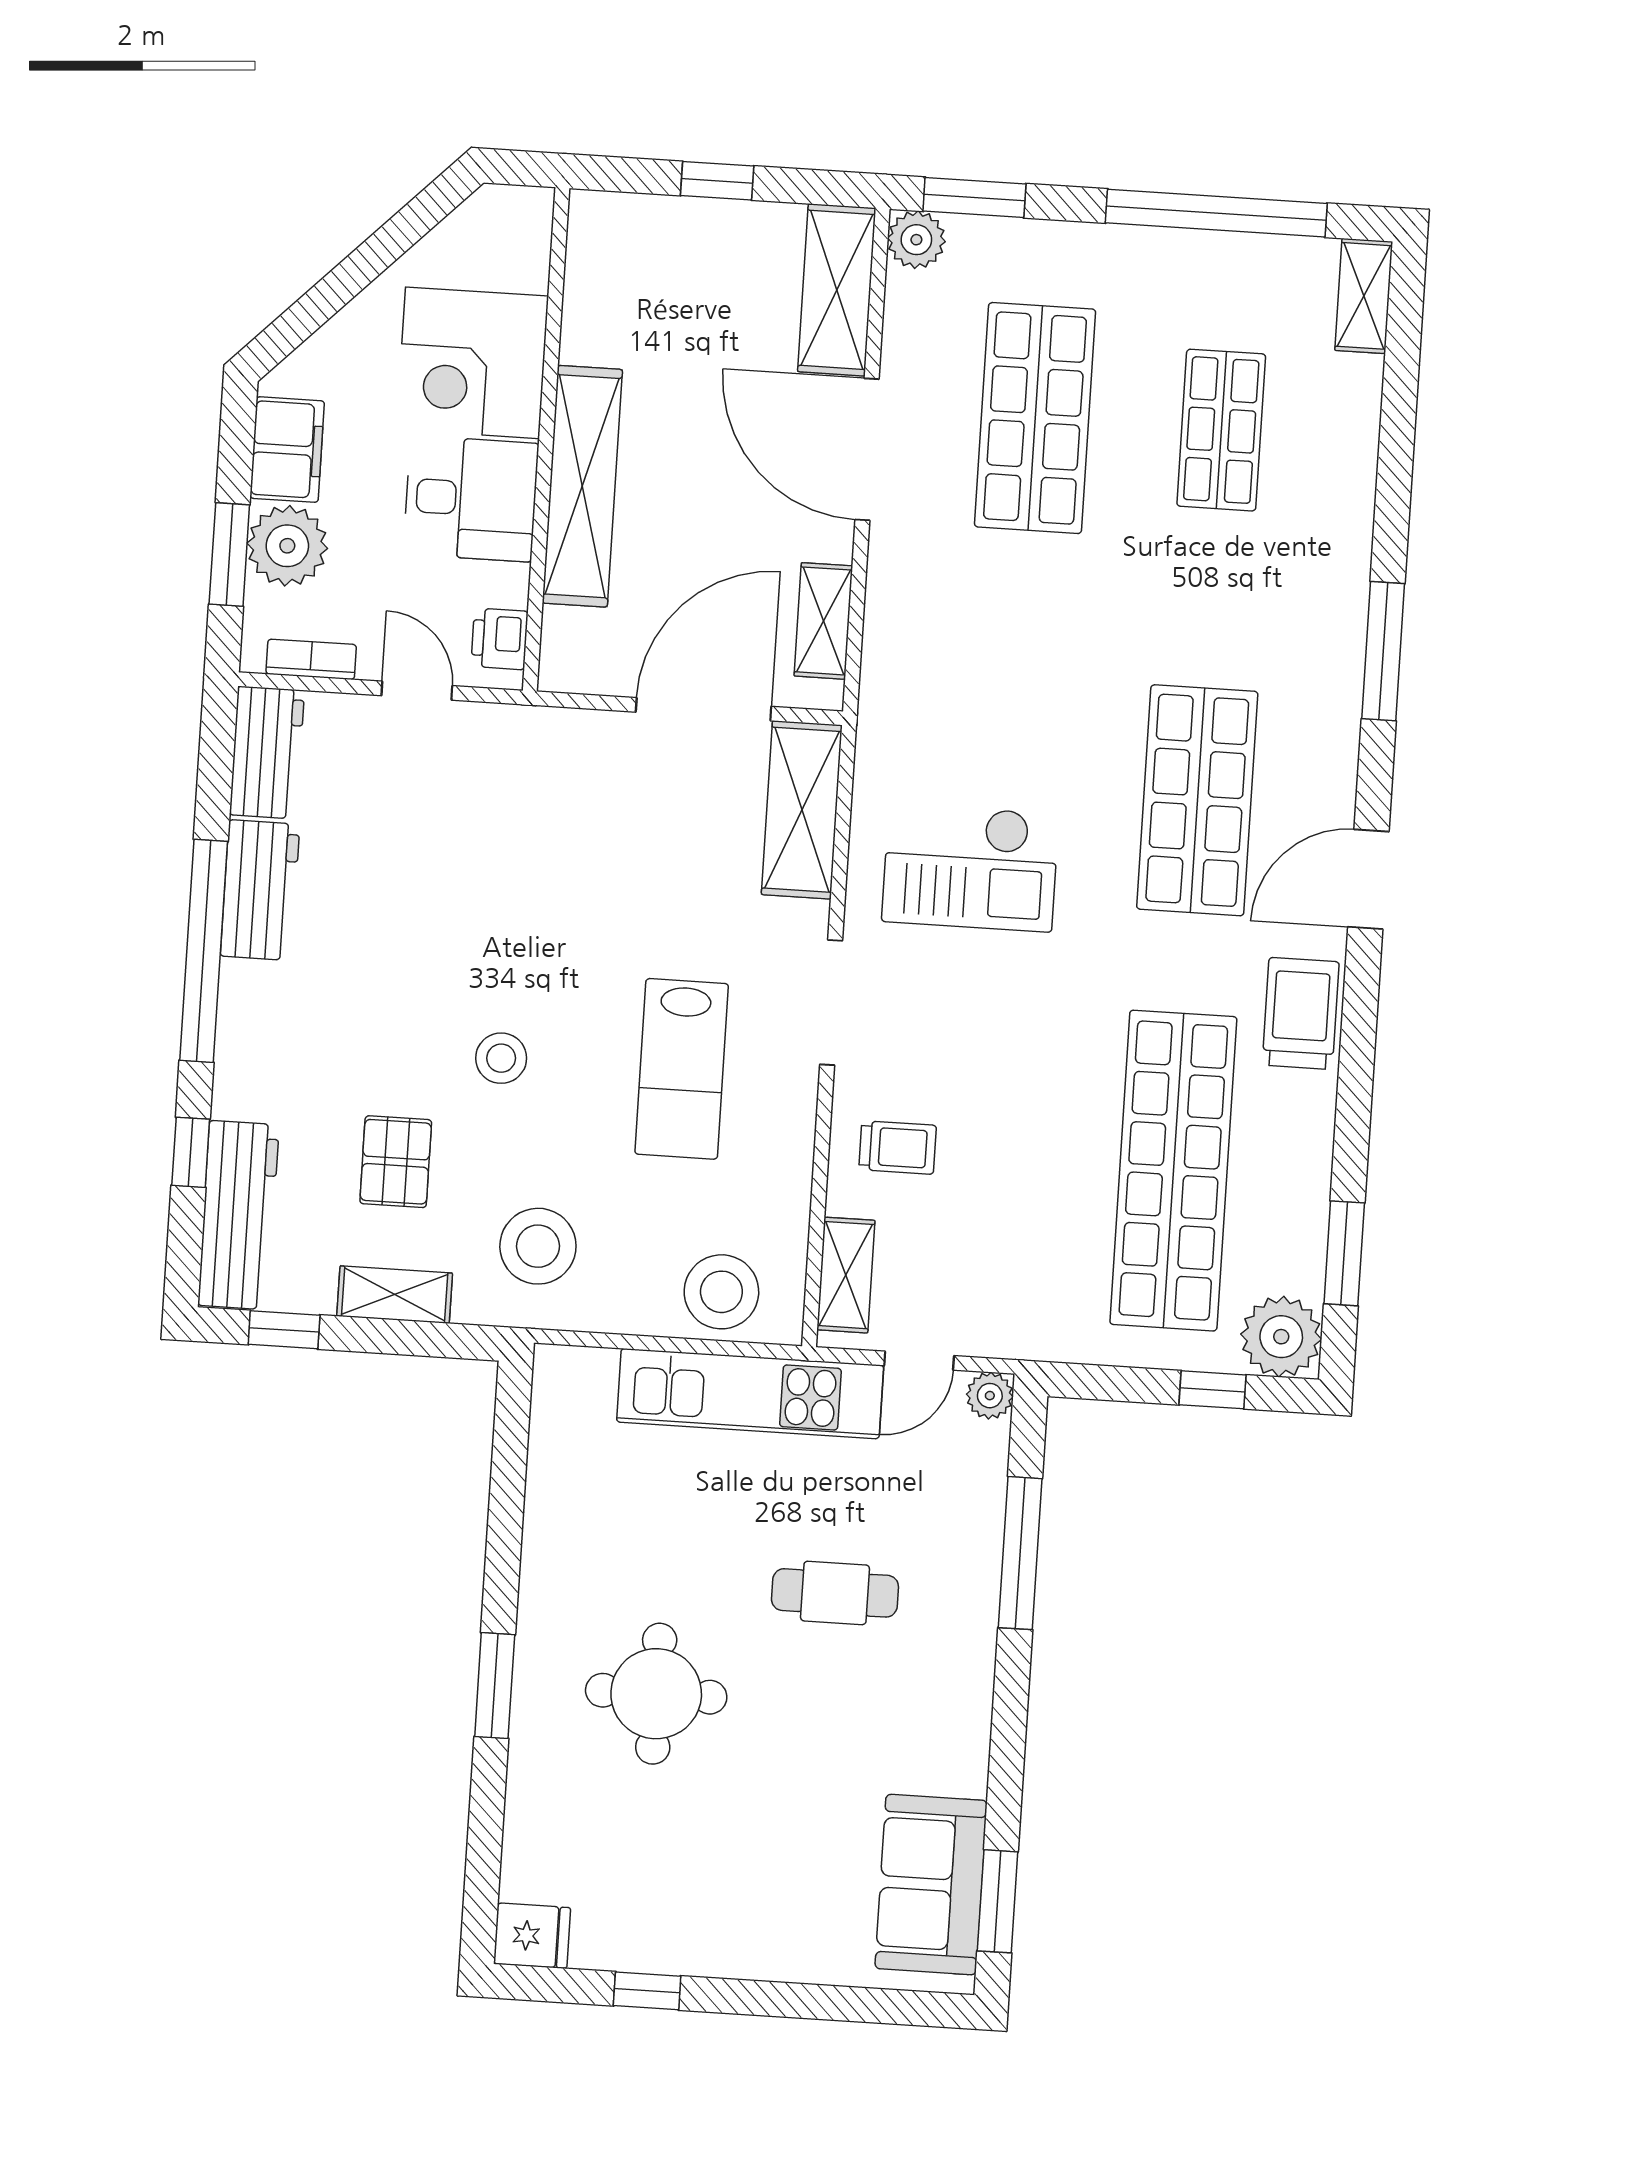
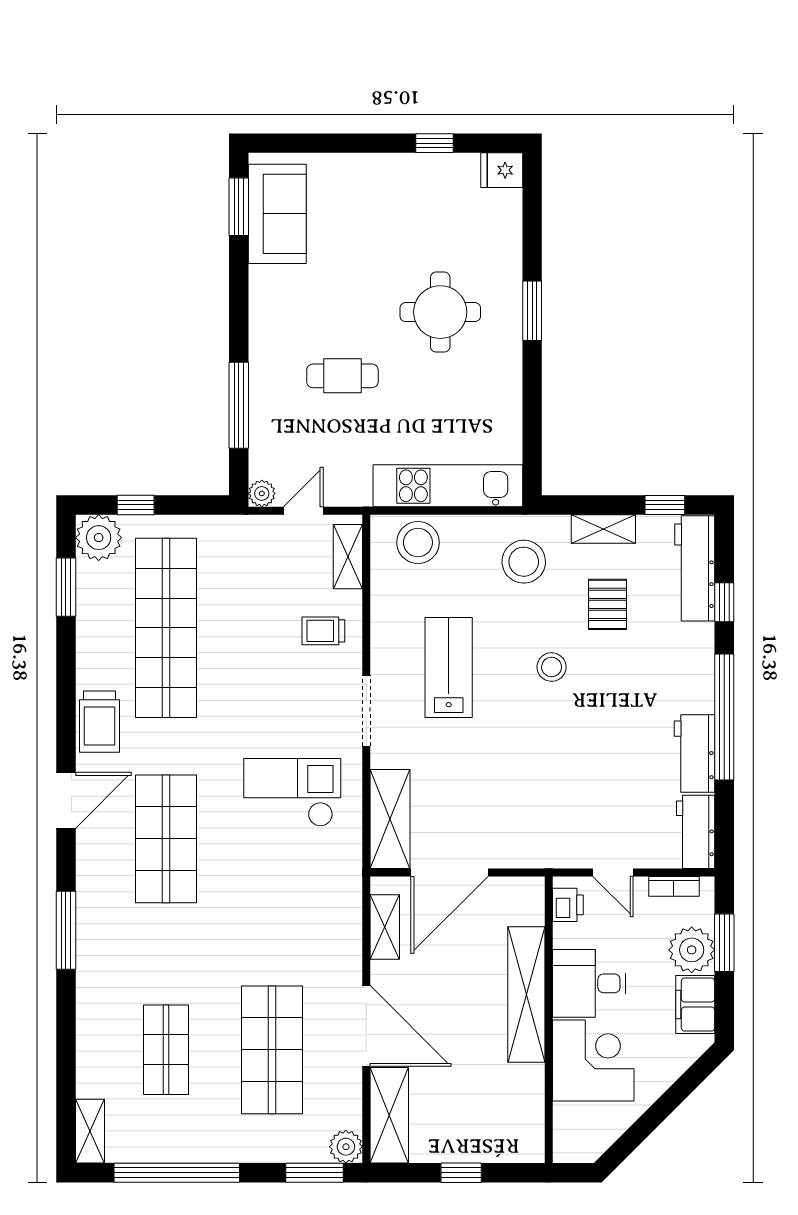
kitchen unit: (750, 1394) -> (448, 486), moved

